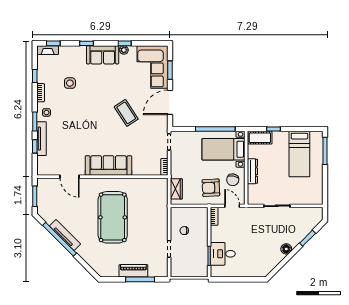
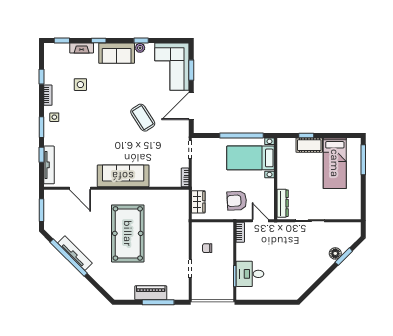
fireplace: (48, 50) -> (82, 48), moved
cot: (260, 138) -> (309, 145), moved
tv unit: (42, 139) -> (49, 165), moved
dresser: (252, 171) -> (283, 203), moved
chair: (233, 180) -> (261, 192), removed
floor lamp: (286, 249) -> (335, 253), moved

